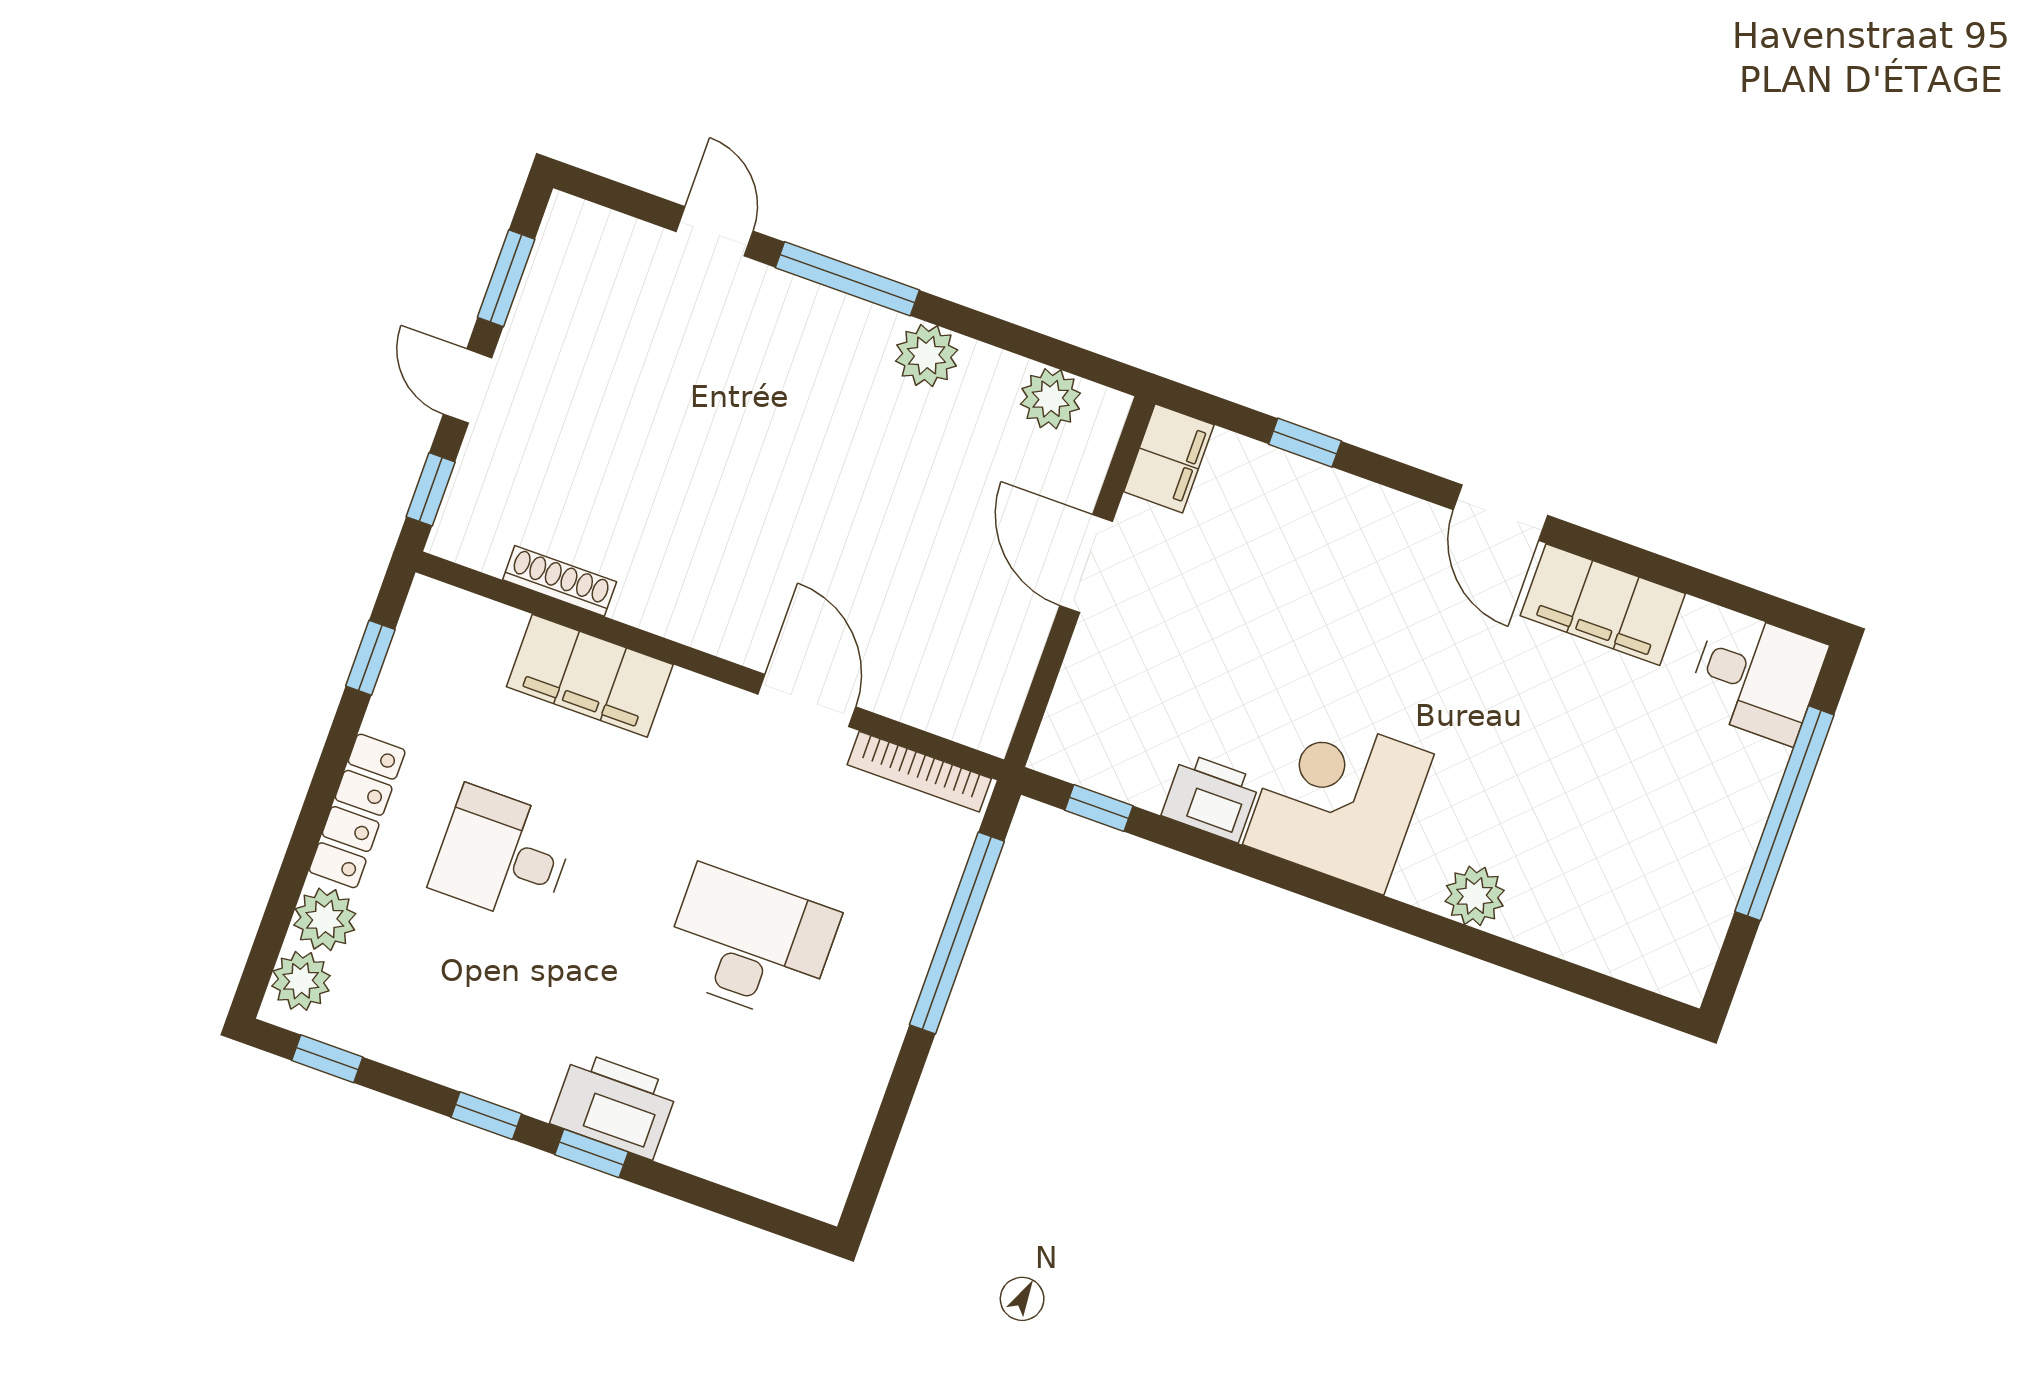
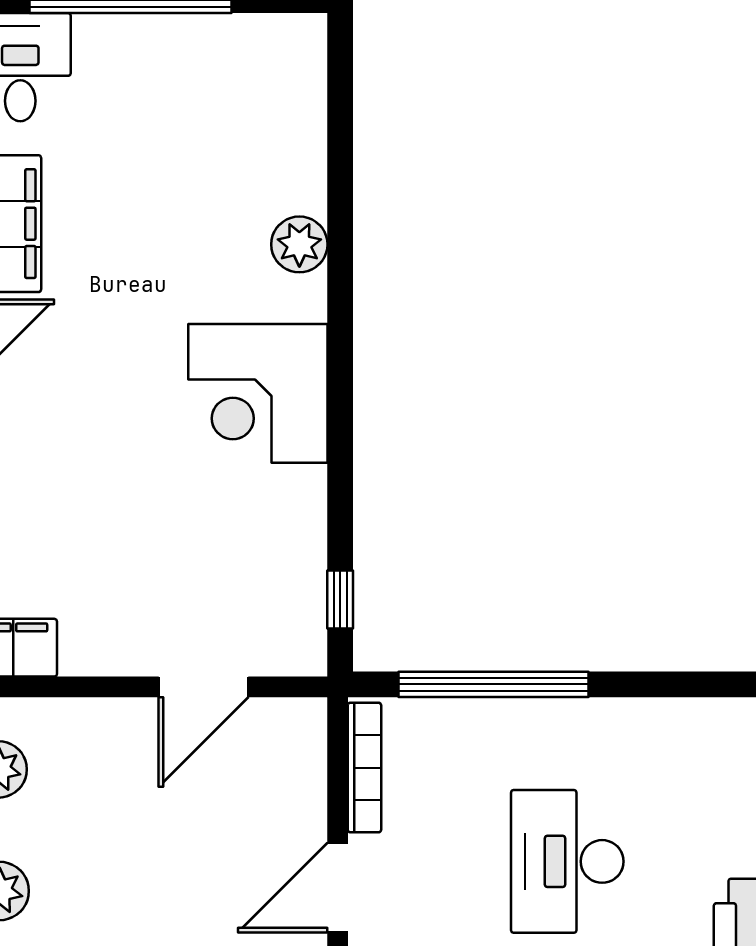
door: (1086, 564) -> (203, 687), moved
printer: (1211, 797) -> (296, 505), removed

